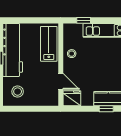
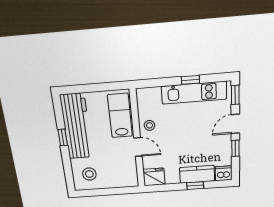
window: (84, 20) -> (190, 80), moved
door: (61, 81) -> (138, 147), moved

